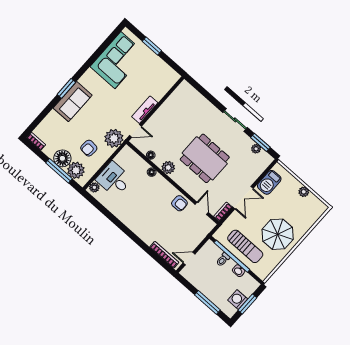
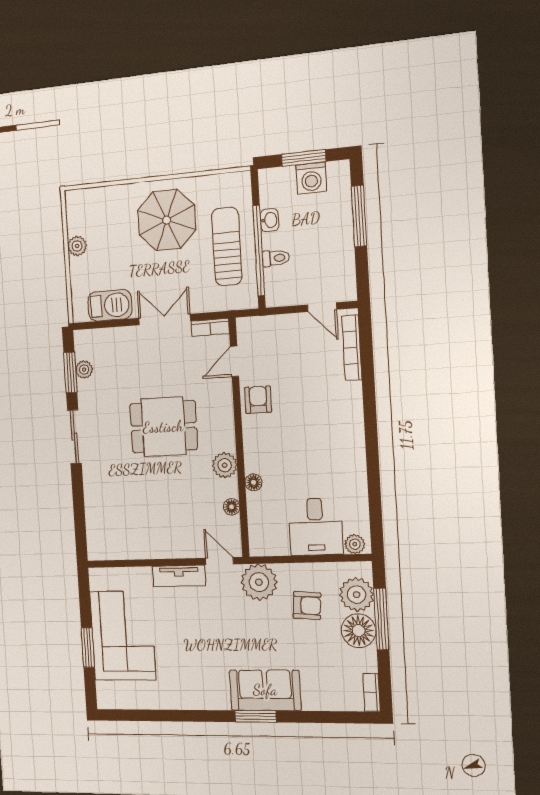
corner sofa: (118, 60) -> (123, 636), moved, turned 90
dining table: (205, 158) -> (163, 427), width x0.73

